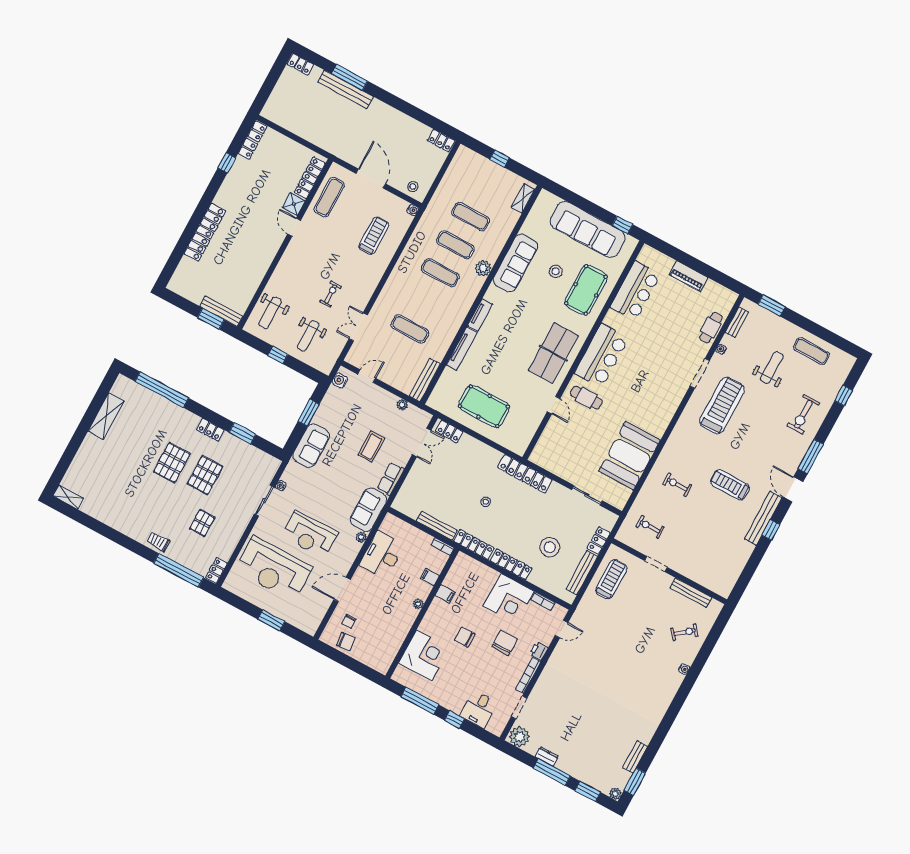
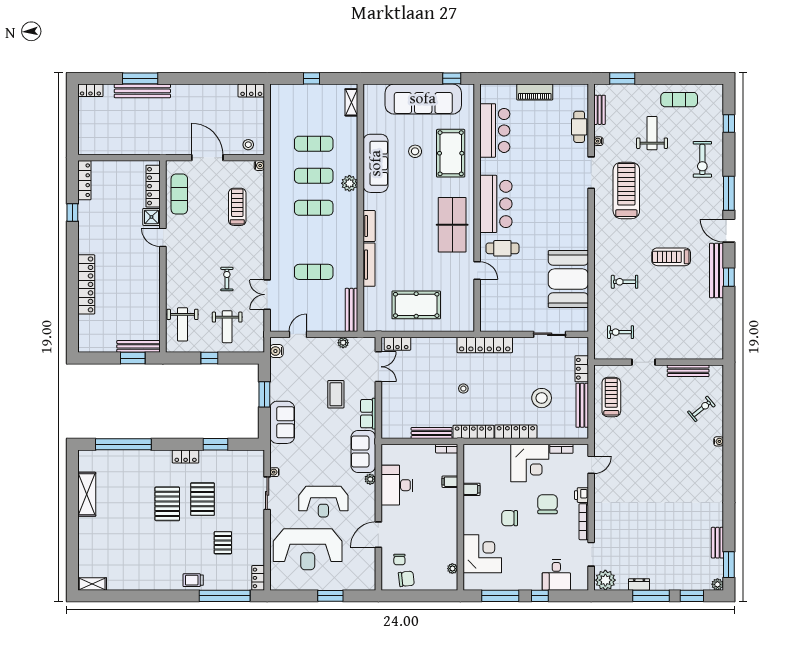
plant: (418, 604) -> (452, 569), moved

